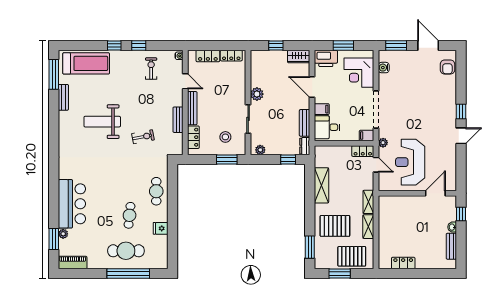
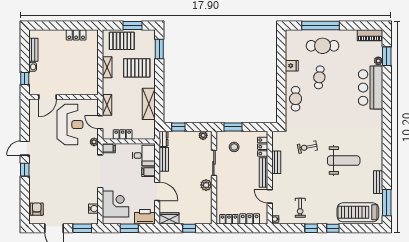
locker: (363, 151) -> (123, 134), moved
shelving: (368, 202) -> (107, 105), moved

